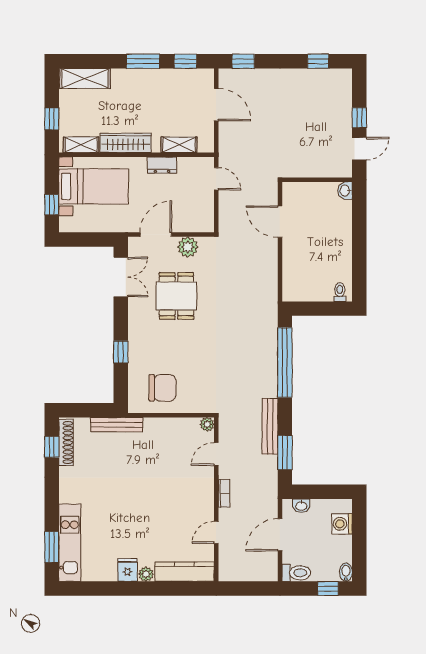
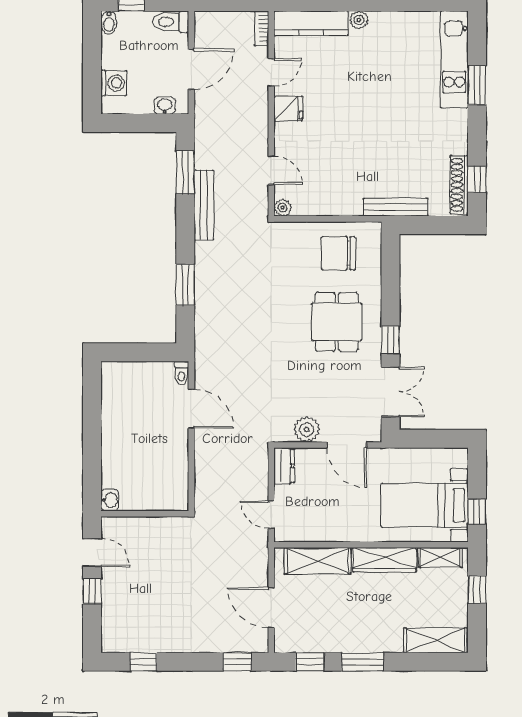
shelving: (179, 145) -> (318, 561), width x1.50, depth x1.33
door: (359, 149) -> (92, 553), swing flipped
dresser: (162, 165) -> (284, 466), moved, turned 90
window: (52, 205) -> (477, 512), moved
door: (280, 222) -> (191, 409), moved
door: (156, 235) -> (347, 445), hinge flipped
double door: (121, 277) -> (390, 392), swing flipped
toilet: (340, 292) -> (181, 373), moved
dining table: (176, 296) -> (337, 322), moved
window: (121, 352) -> (390, 340), moved
window: (285, 363) -> (185, 285), width x0.47
door: (216, 454) -> (271, 170), hinge flipped
bookcase: (224, 493) -> (262, 28), moved
window: (52, 547) -> (477, 85), moved
fridge: (128, 570) -> (288, 109), moved, turned -90

